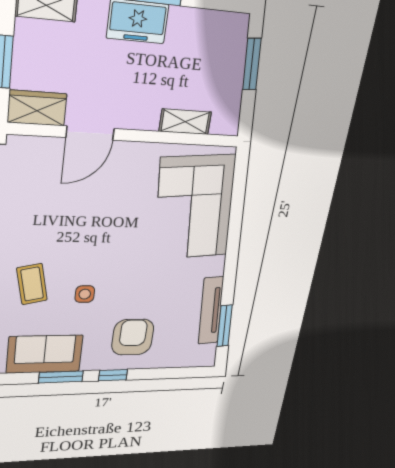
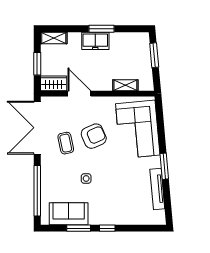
door: (90, 133) -> (79, 94), swing flipped
coffee table: (32, 284) -> (66, 143), moved
window: (225, 326) -> (164, 166), moved
armchair: (133, 337) -> (94, 136), moved, turned 66

